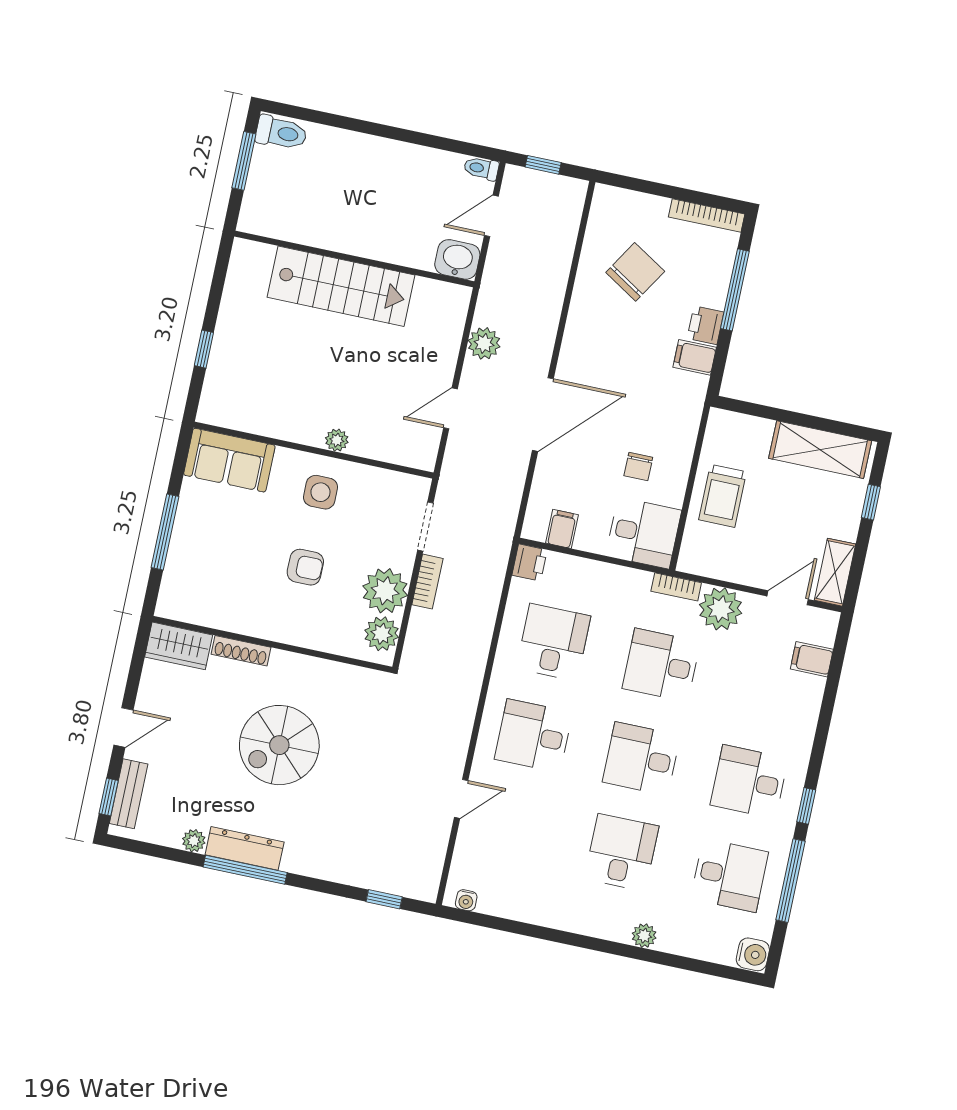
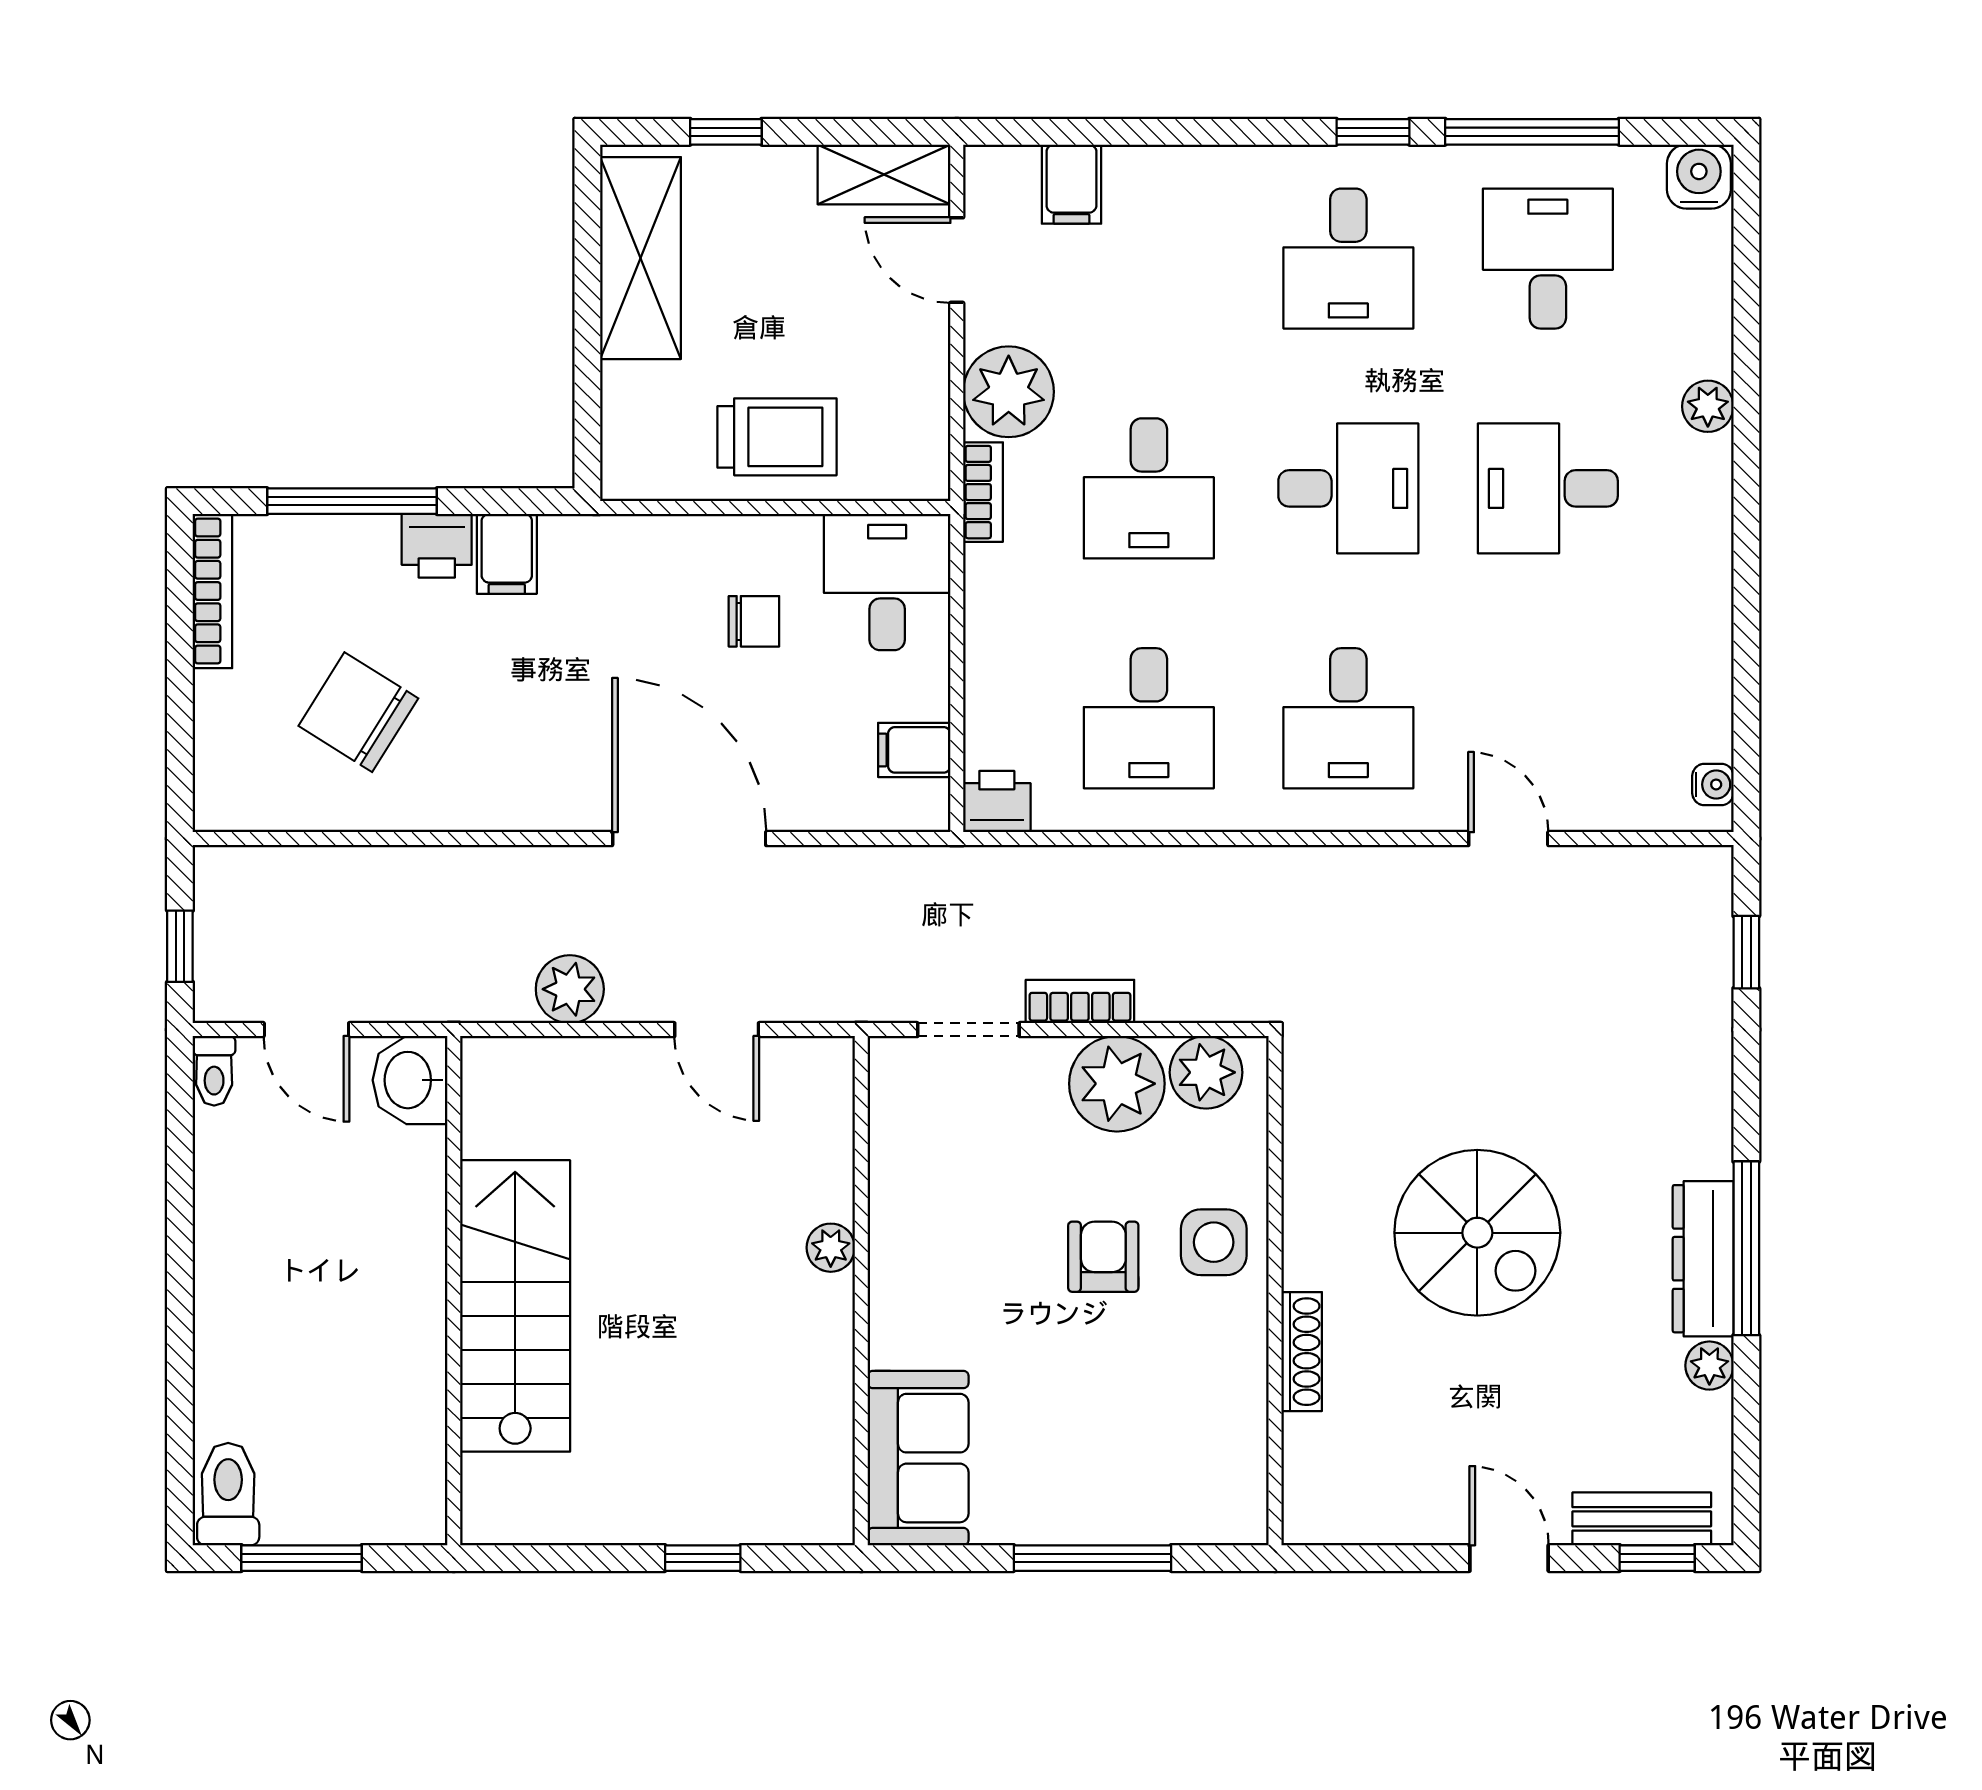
side table: (320, 492) -> (1214, 1242), moved
desk: (553, 642) -> (1149, 718), turned -90
wardrobe: (179, 646) -> (1319, 1481), removed
desk: (641, 759) -> (1348, 488), turned -90

